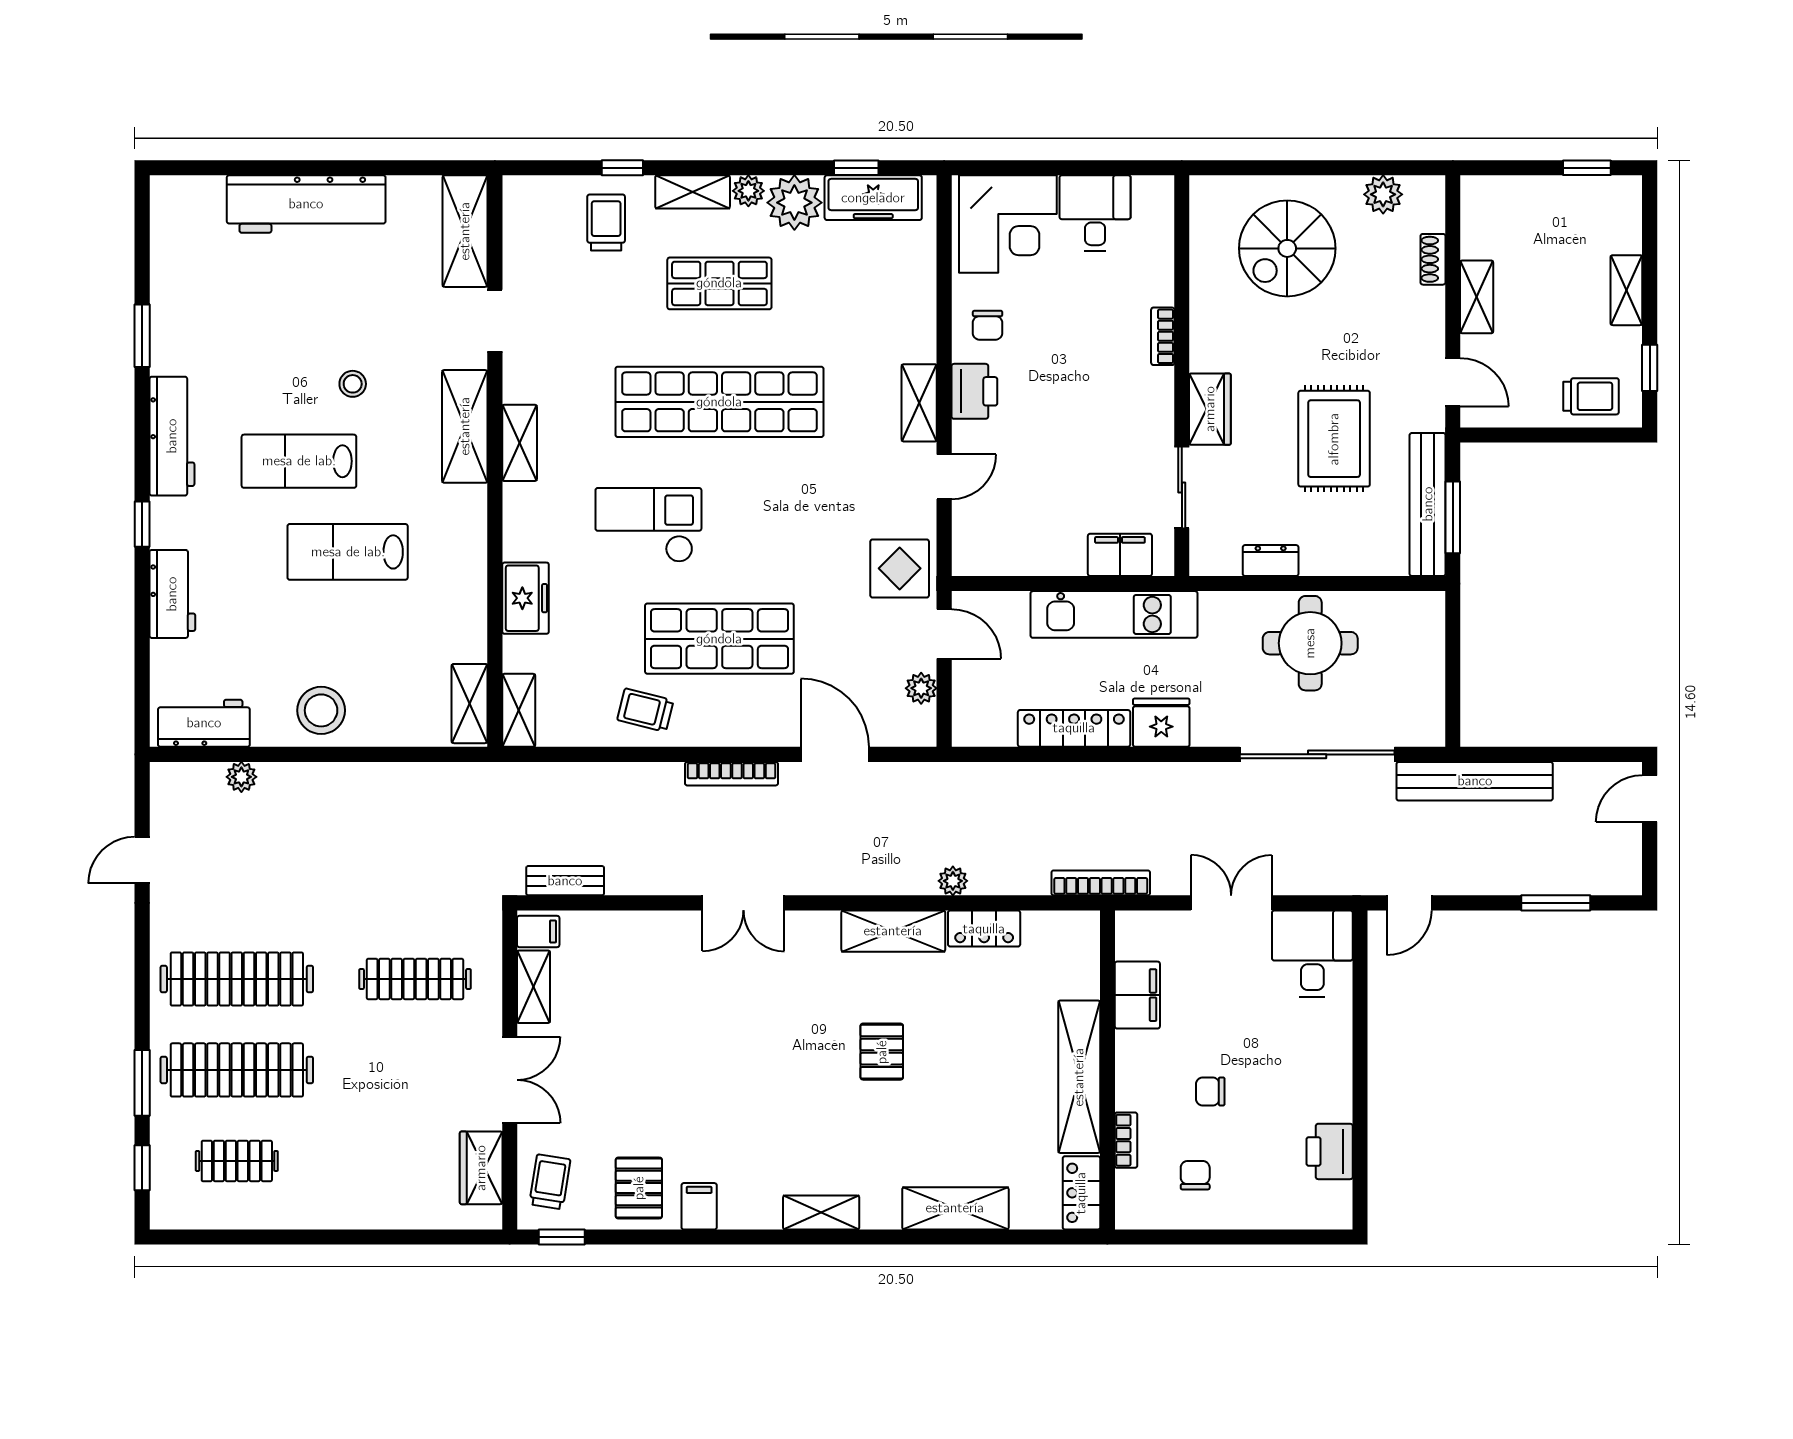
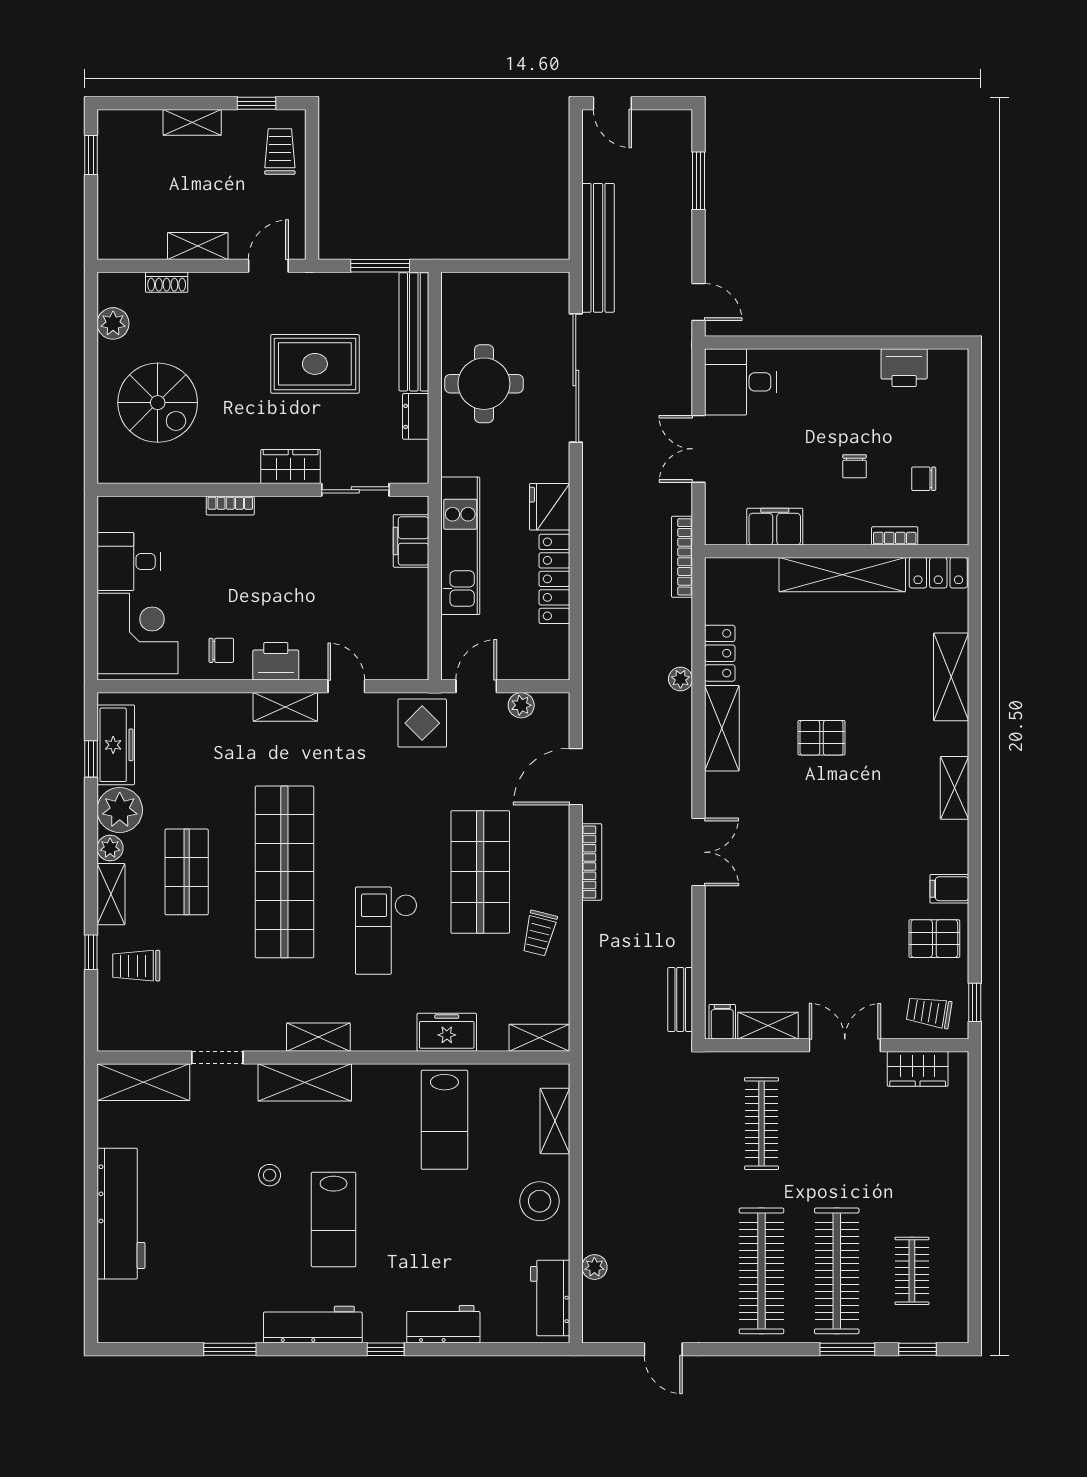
bench: (1428, 504) -> (414, 332), moved, turned 90
lab bench: (348, 552) -> (444, 1120), moved
shelving: (470, 704) -> (555, 1121), moved, turned 90

